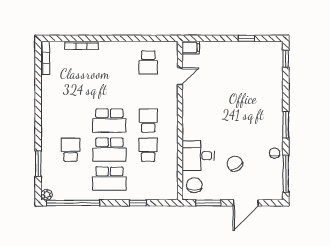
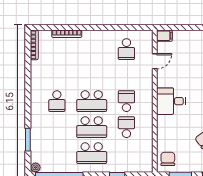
school desk: (71, 150) -> (57, 101), moved, turned 180
desk: (198, 156) -> (171, 101), moved

